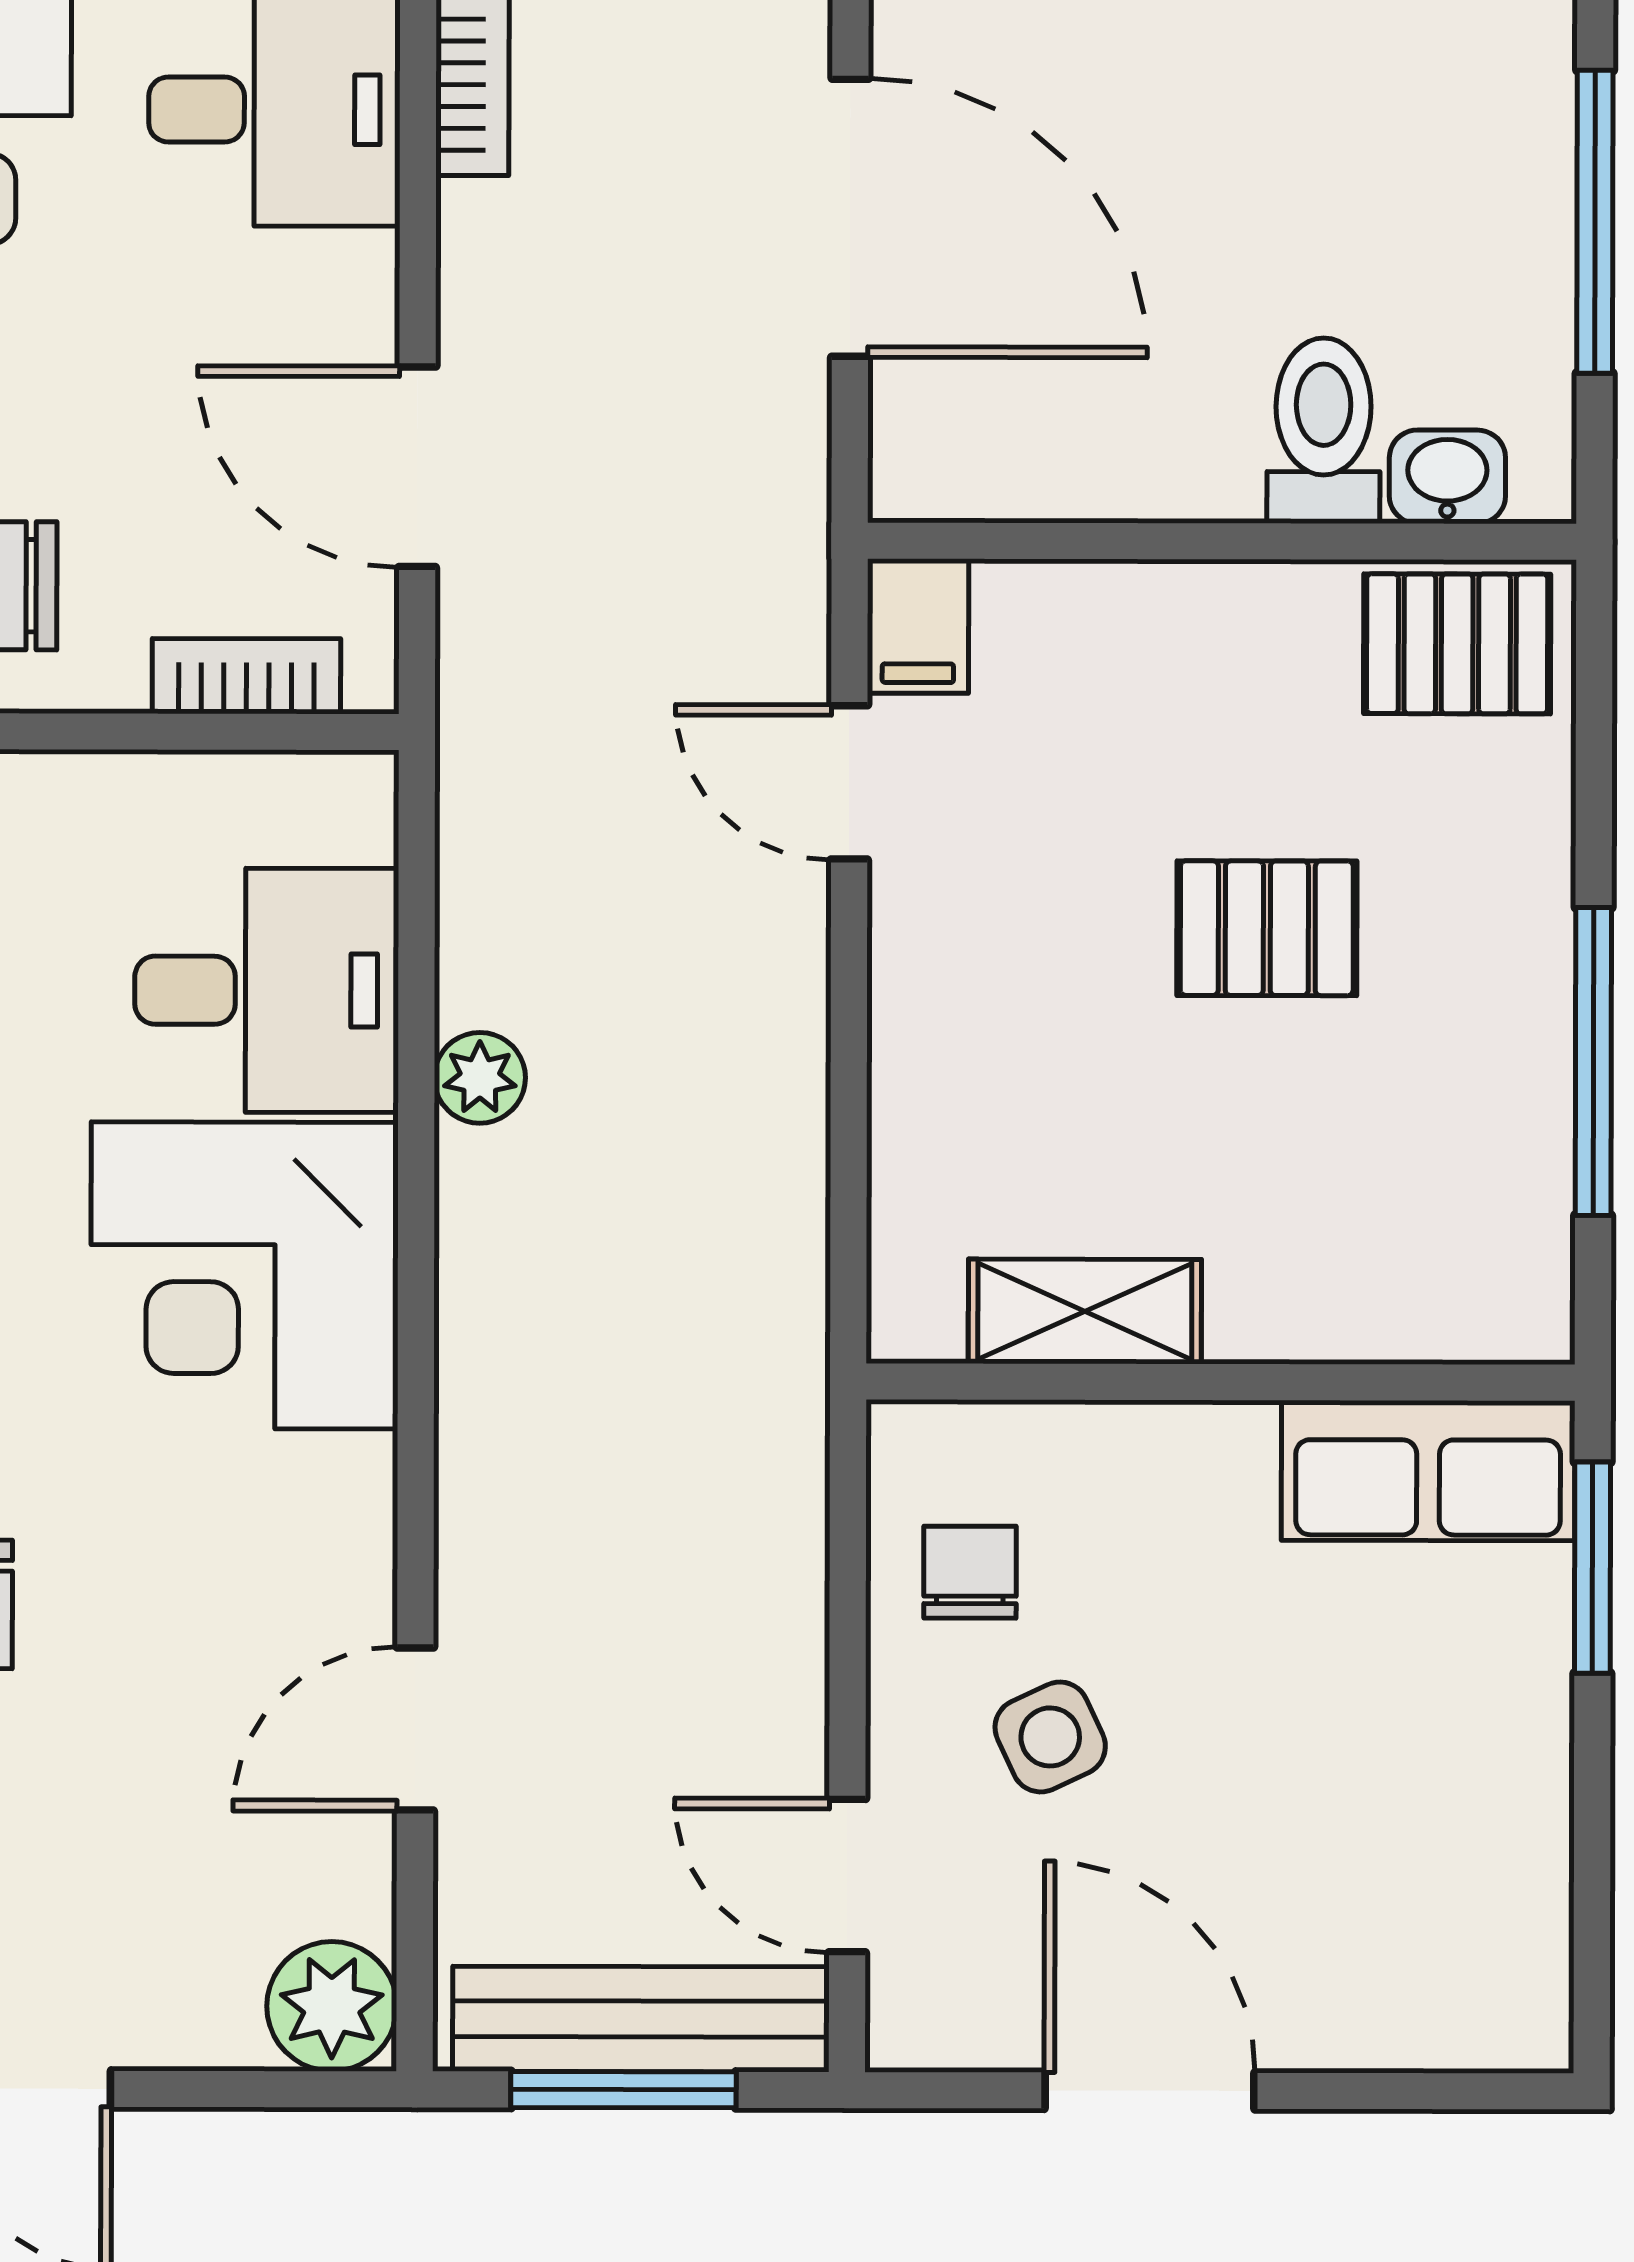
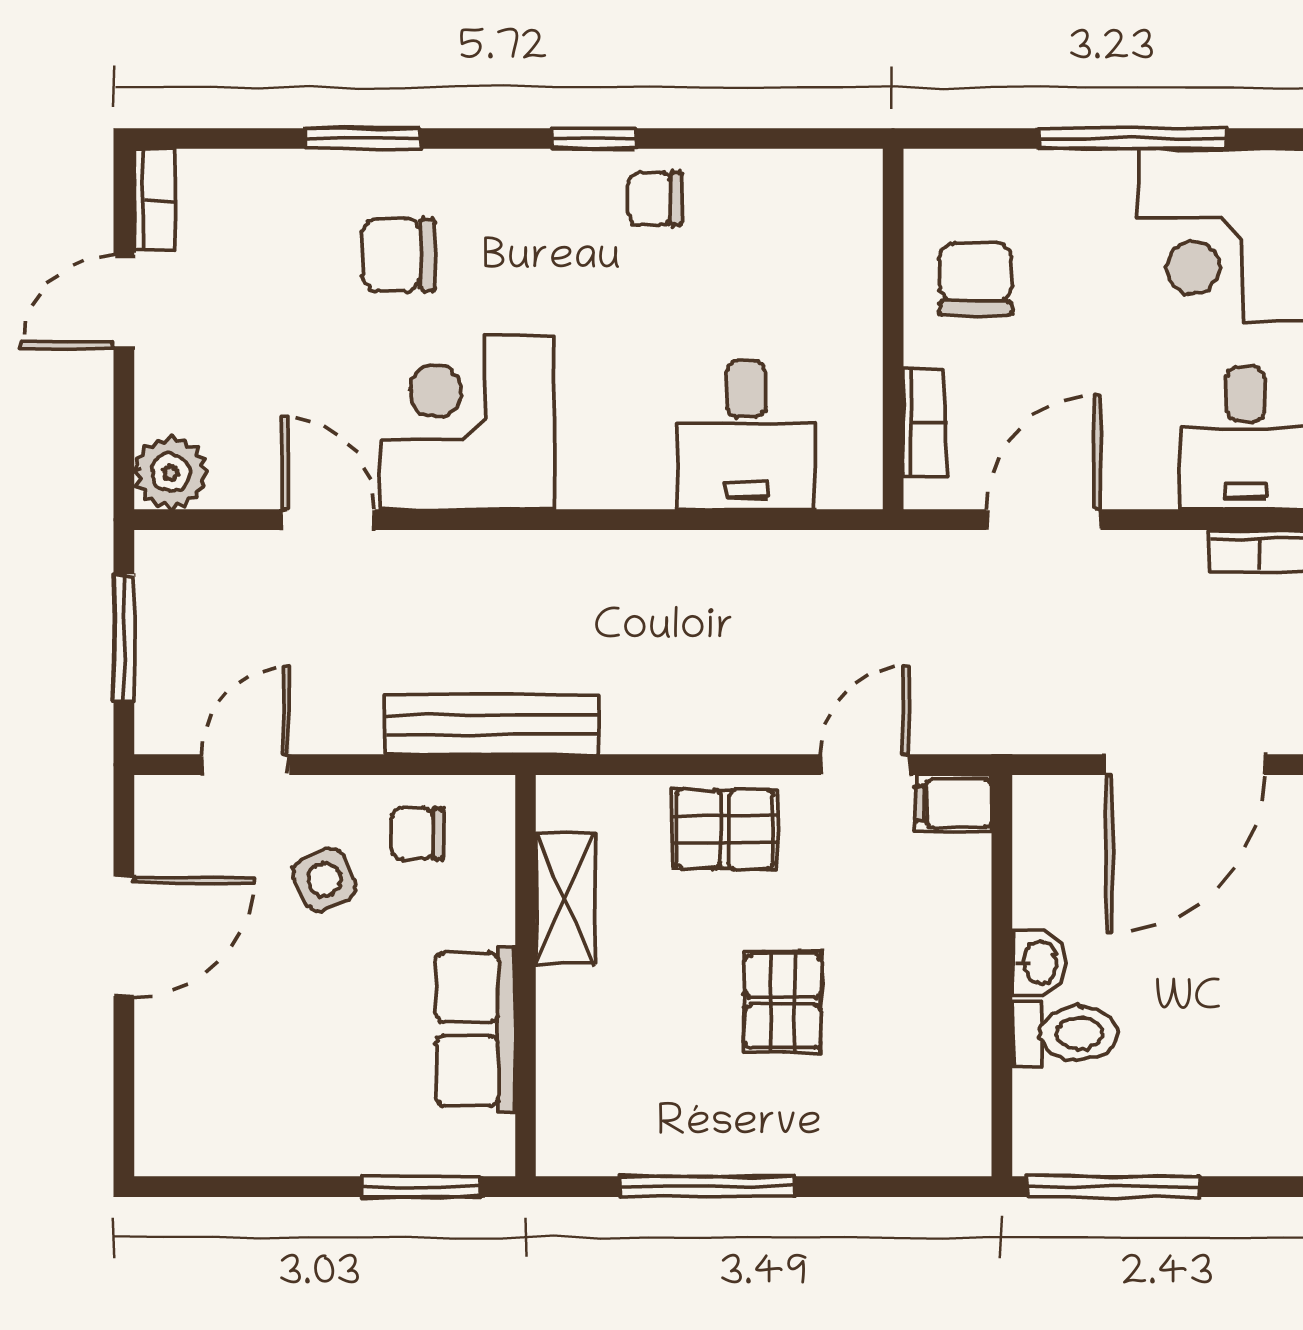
window: (1595, 222) -> (1114, 1187), moved
washbasin: (1447, 477) -> (1039, 963), moved
pallet: (1457, 644) -> (725, 829), moved, turned 90
plant: (480, 1078) -> (697, 556), removed
corner desk: (244, 1275) -> (467, 422), moved
row of seats: (1428, 1471) -> (476, 1029), moved
chair: (970, 1572) -> (418, 834), turned 180
bench: (641, 2019) -> (492, 725), moved, turned 90

